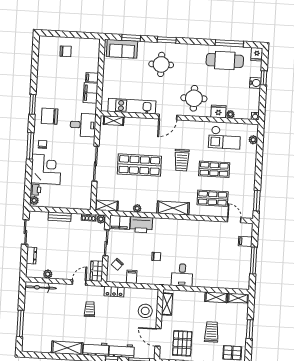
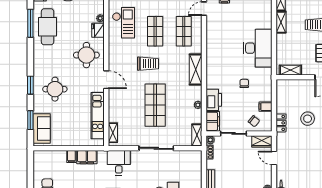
desk: (182, 275) -> (258, 48), width x1.87, depth x1.30
trolley: (90, 309) -> (300, 146), removed
stool: (145, 311) -> (308, 119), moved

